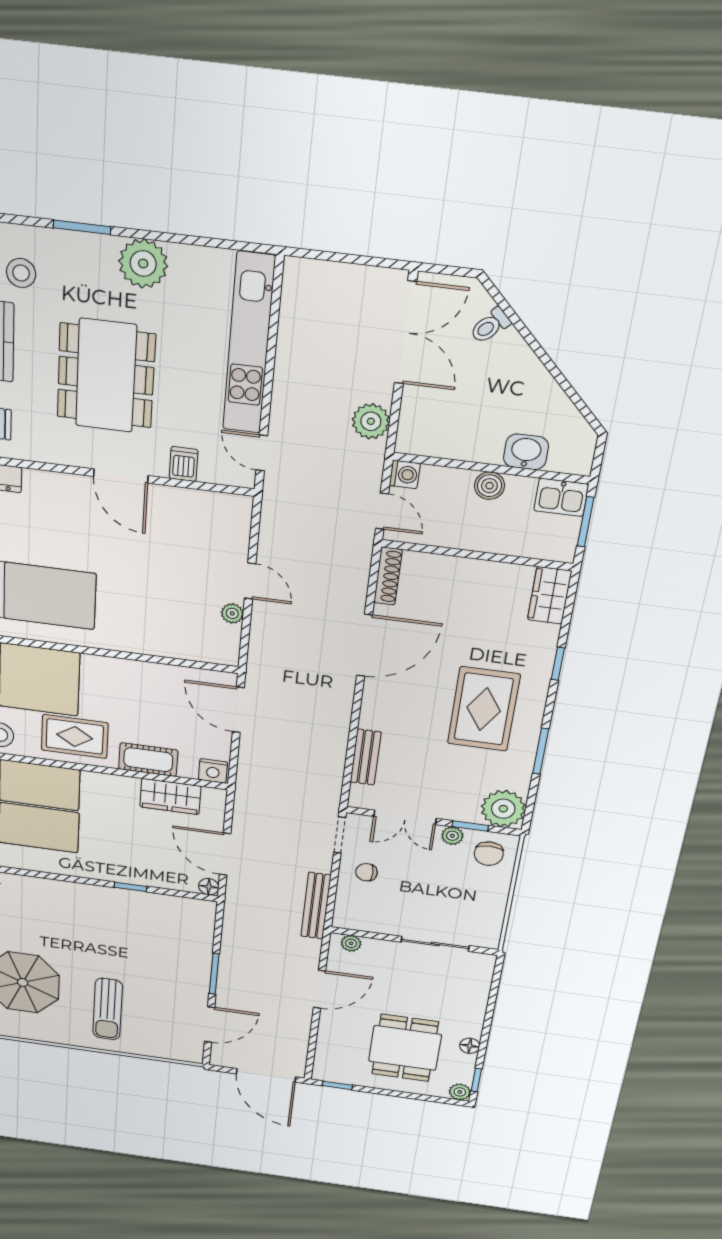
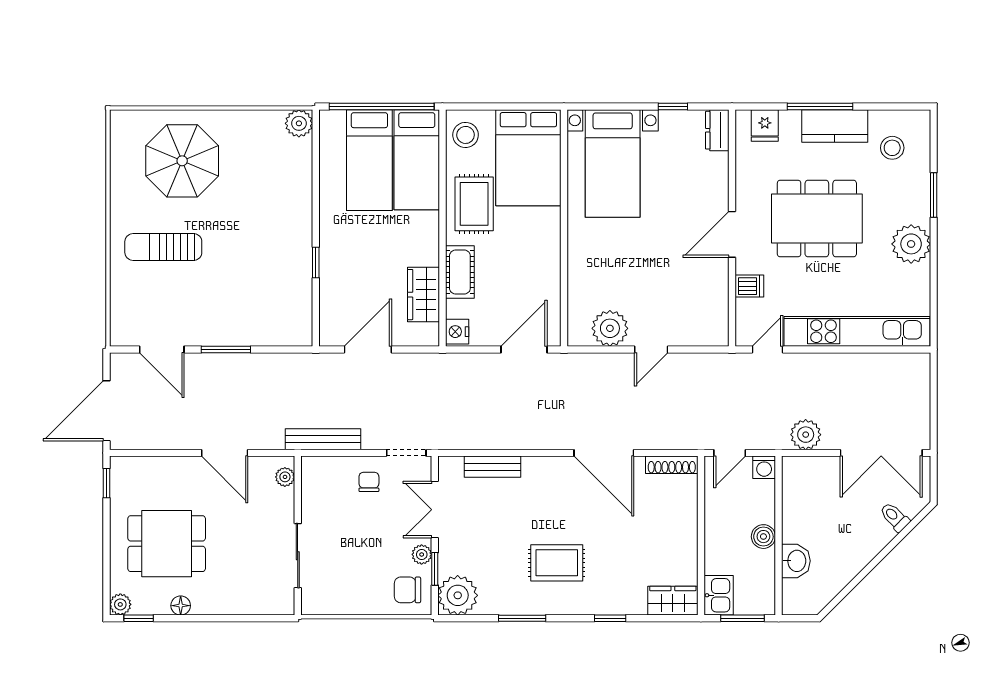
kitchen sink: (561, 497) -> (719, 595), moved, turned 180
plant: (232, 613) -> (610, 328), width x1.88, depth x1.88
rug: (484, 709) -> (557, 563), width x0.73, depth x0.70
floor lamp: (209, 887) -> (328, 337), removed

